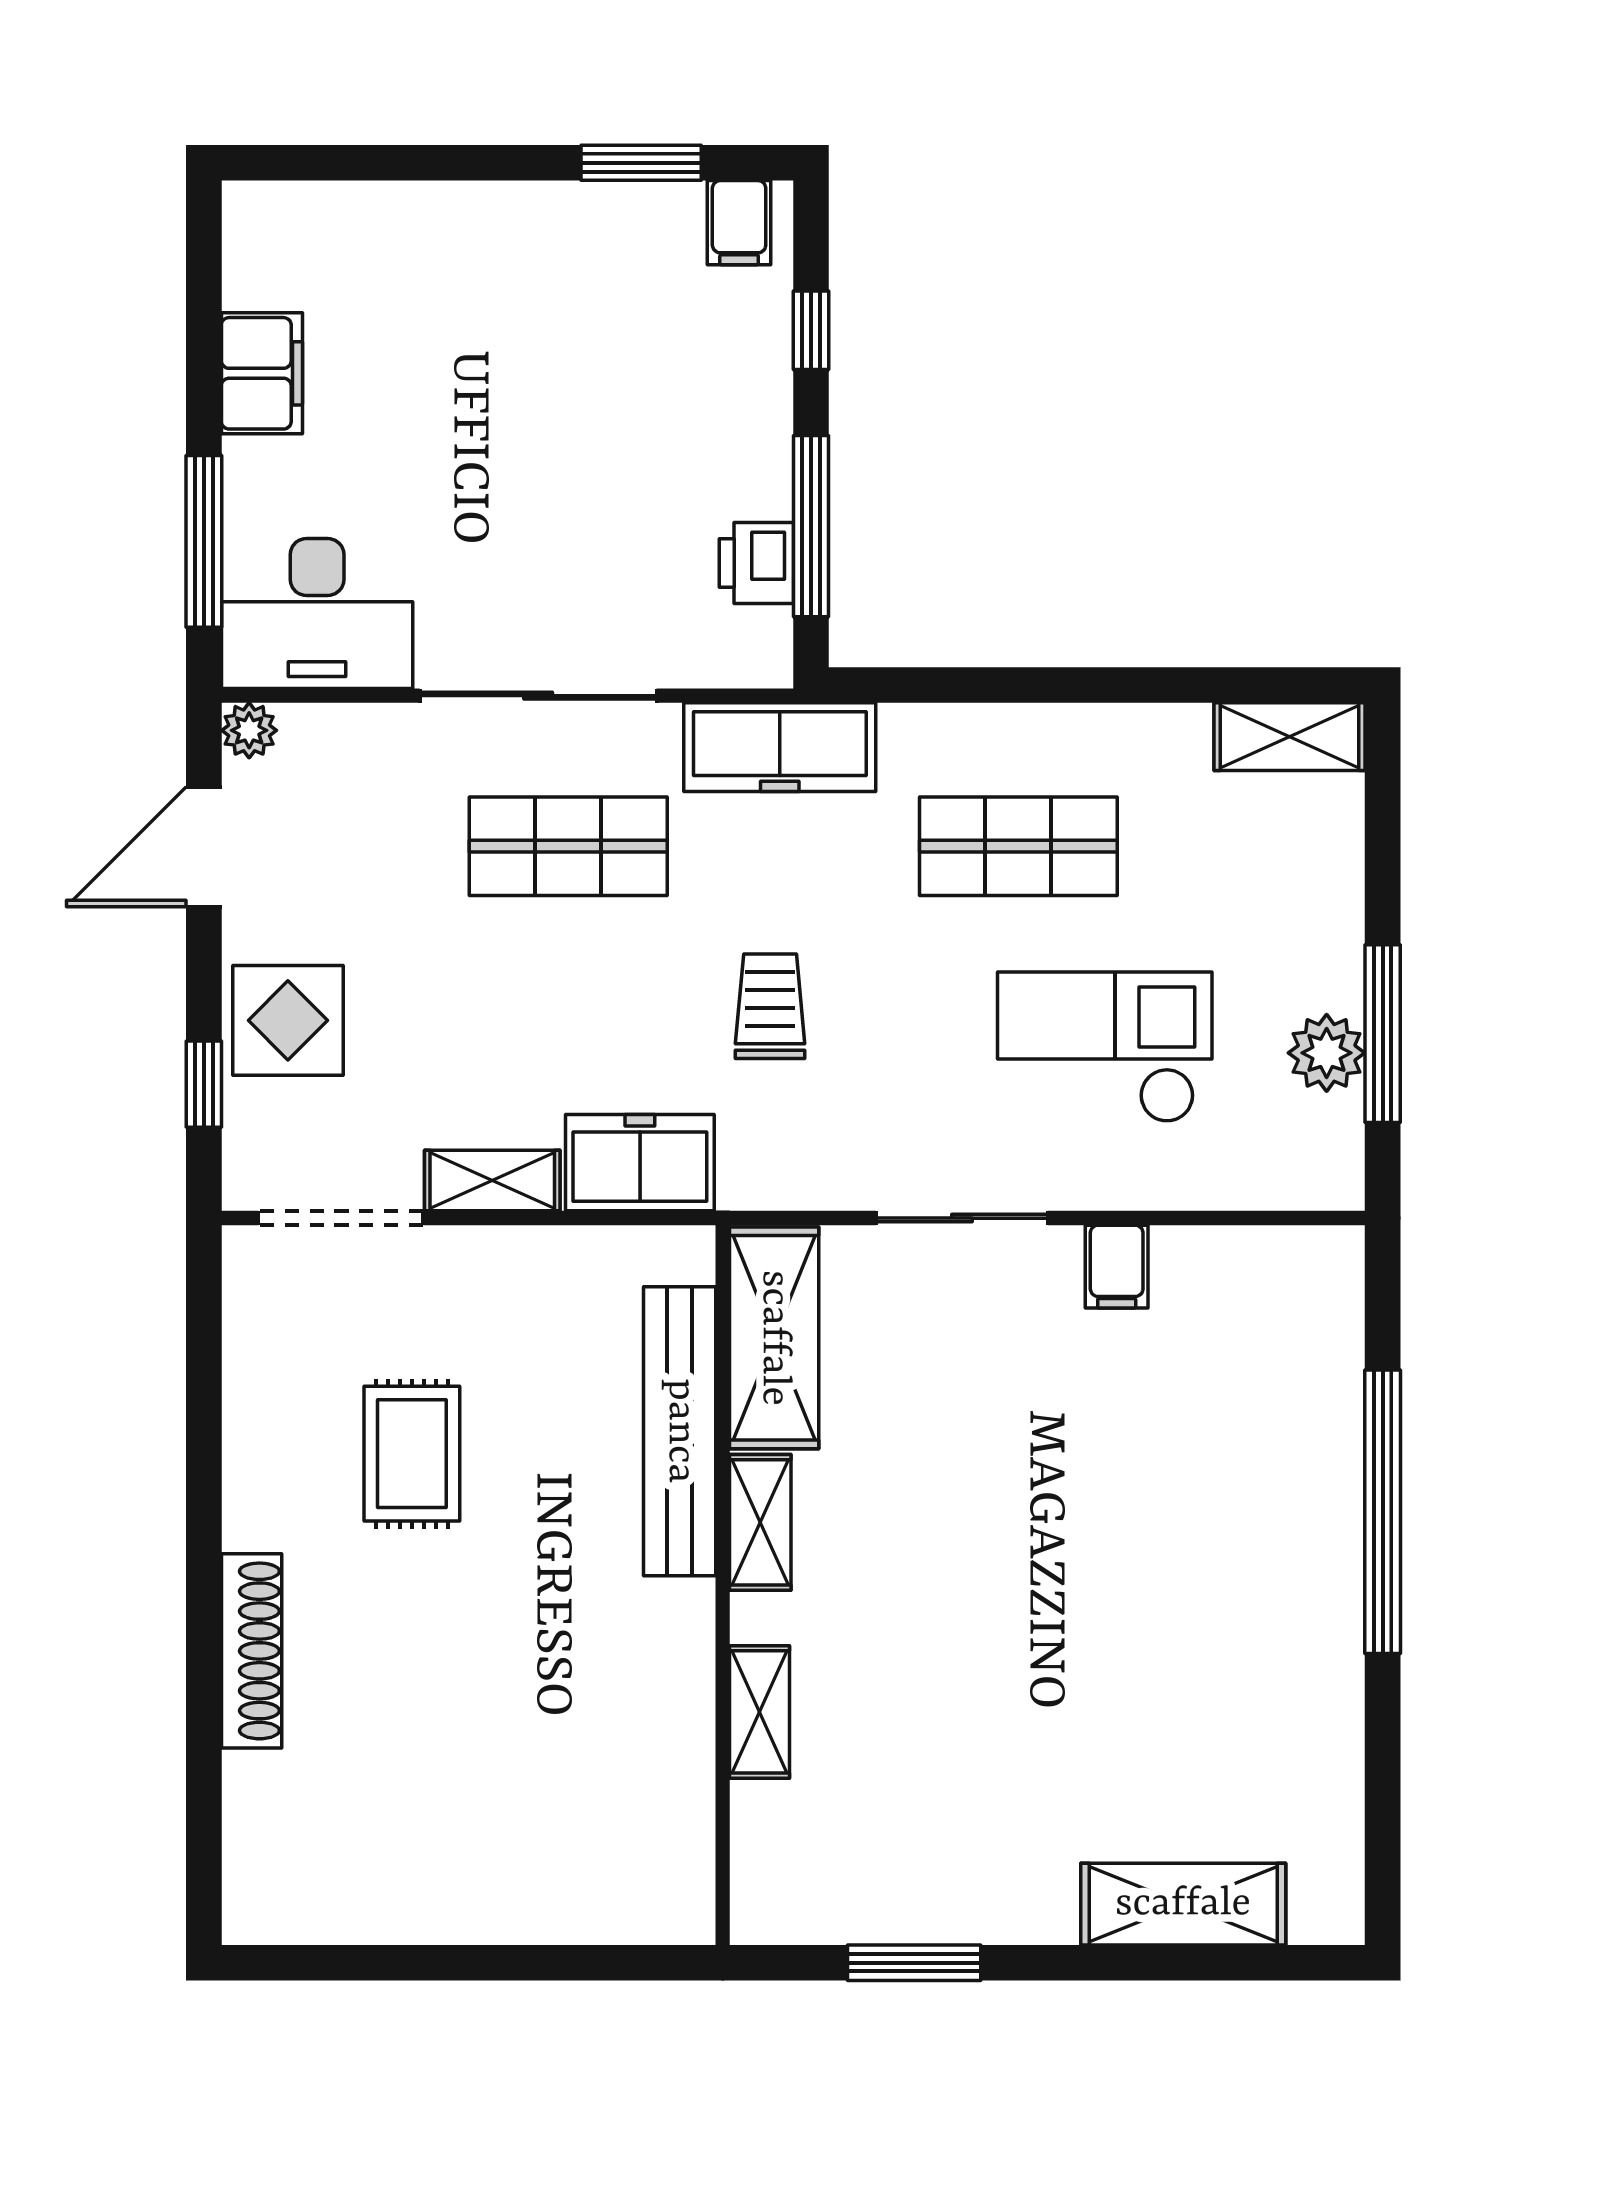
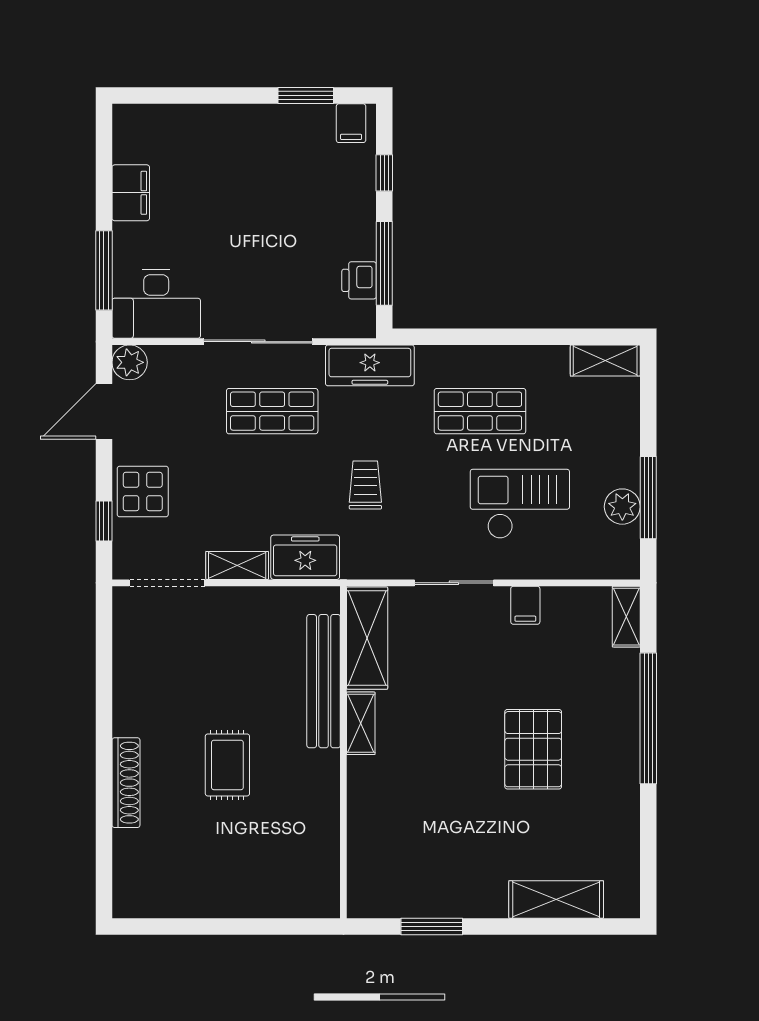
plant: (249, 730) -> (130, 362), width x1.38, depth x1.38
rug: (412, 1454) -> (227, 765), moved
pallet: (1134, 1578) -> (533, 749), added
shelving: (760, 1712) -> (626, 617), moved

